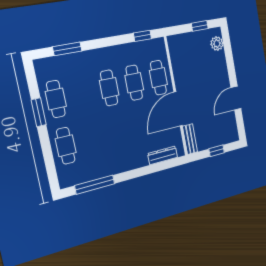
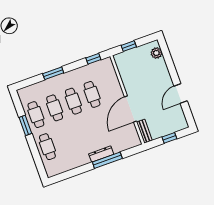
window: (200, 26) -> (129, 46), moved
window: (67, 49) -> (53, 73), moved
cafe table: (158, 78) -> (55, 108), moved
dresser: (163, 155) -> (101, 154), moved
window: (95, 185) -> (107, 160), moved

